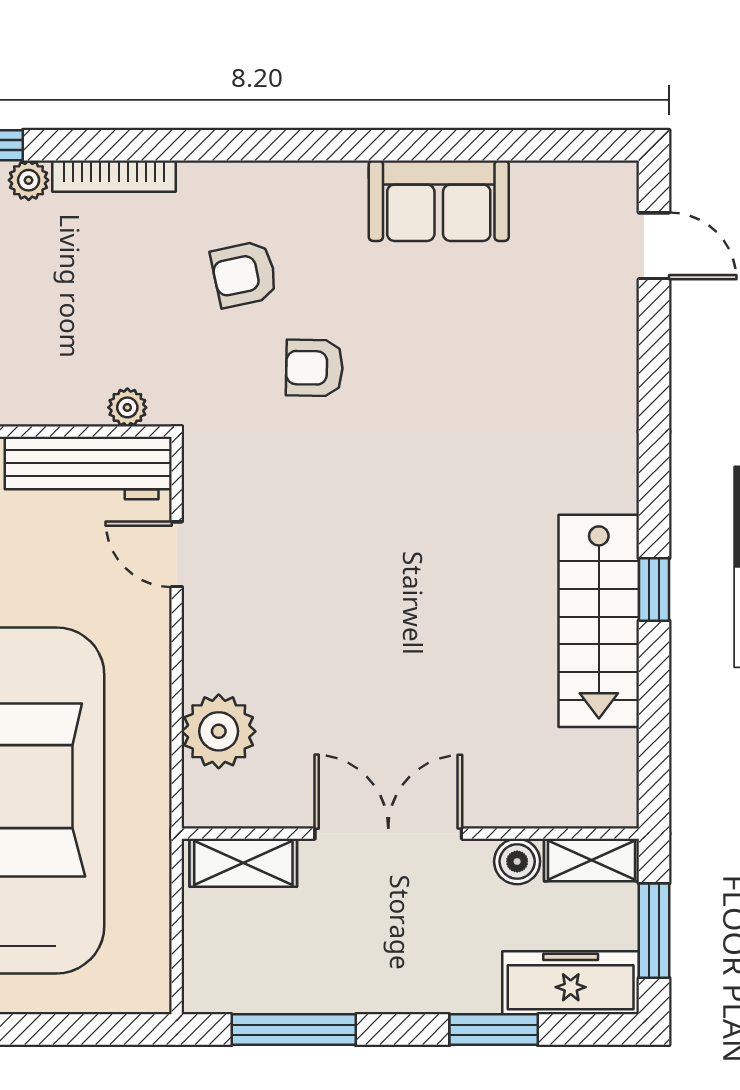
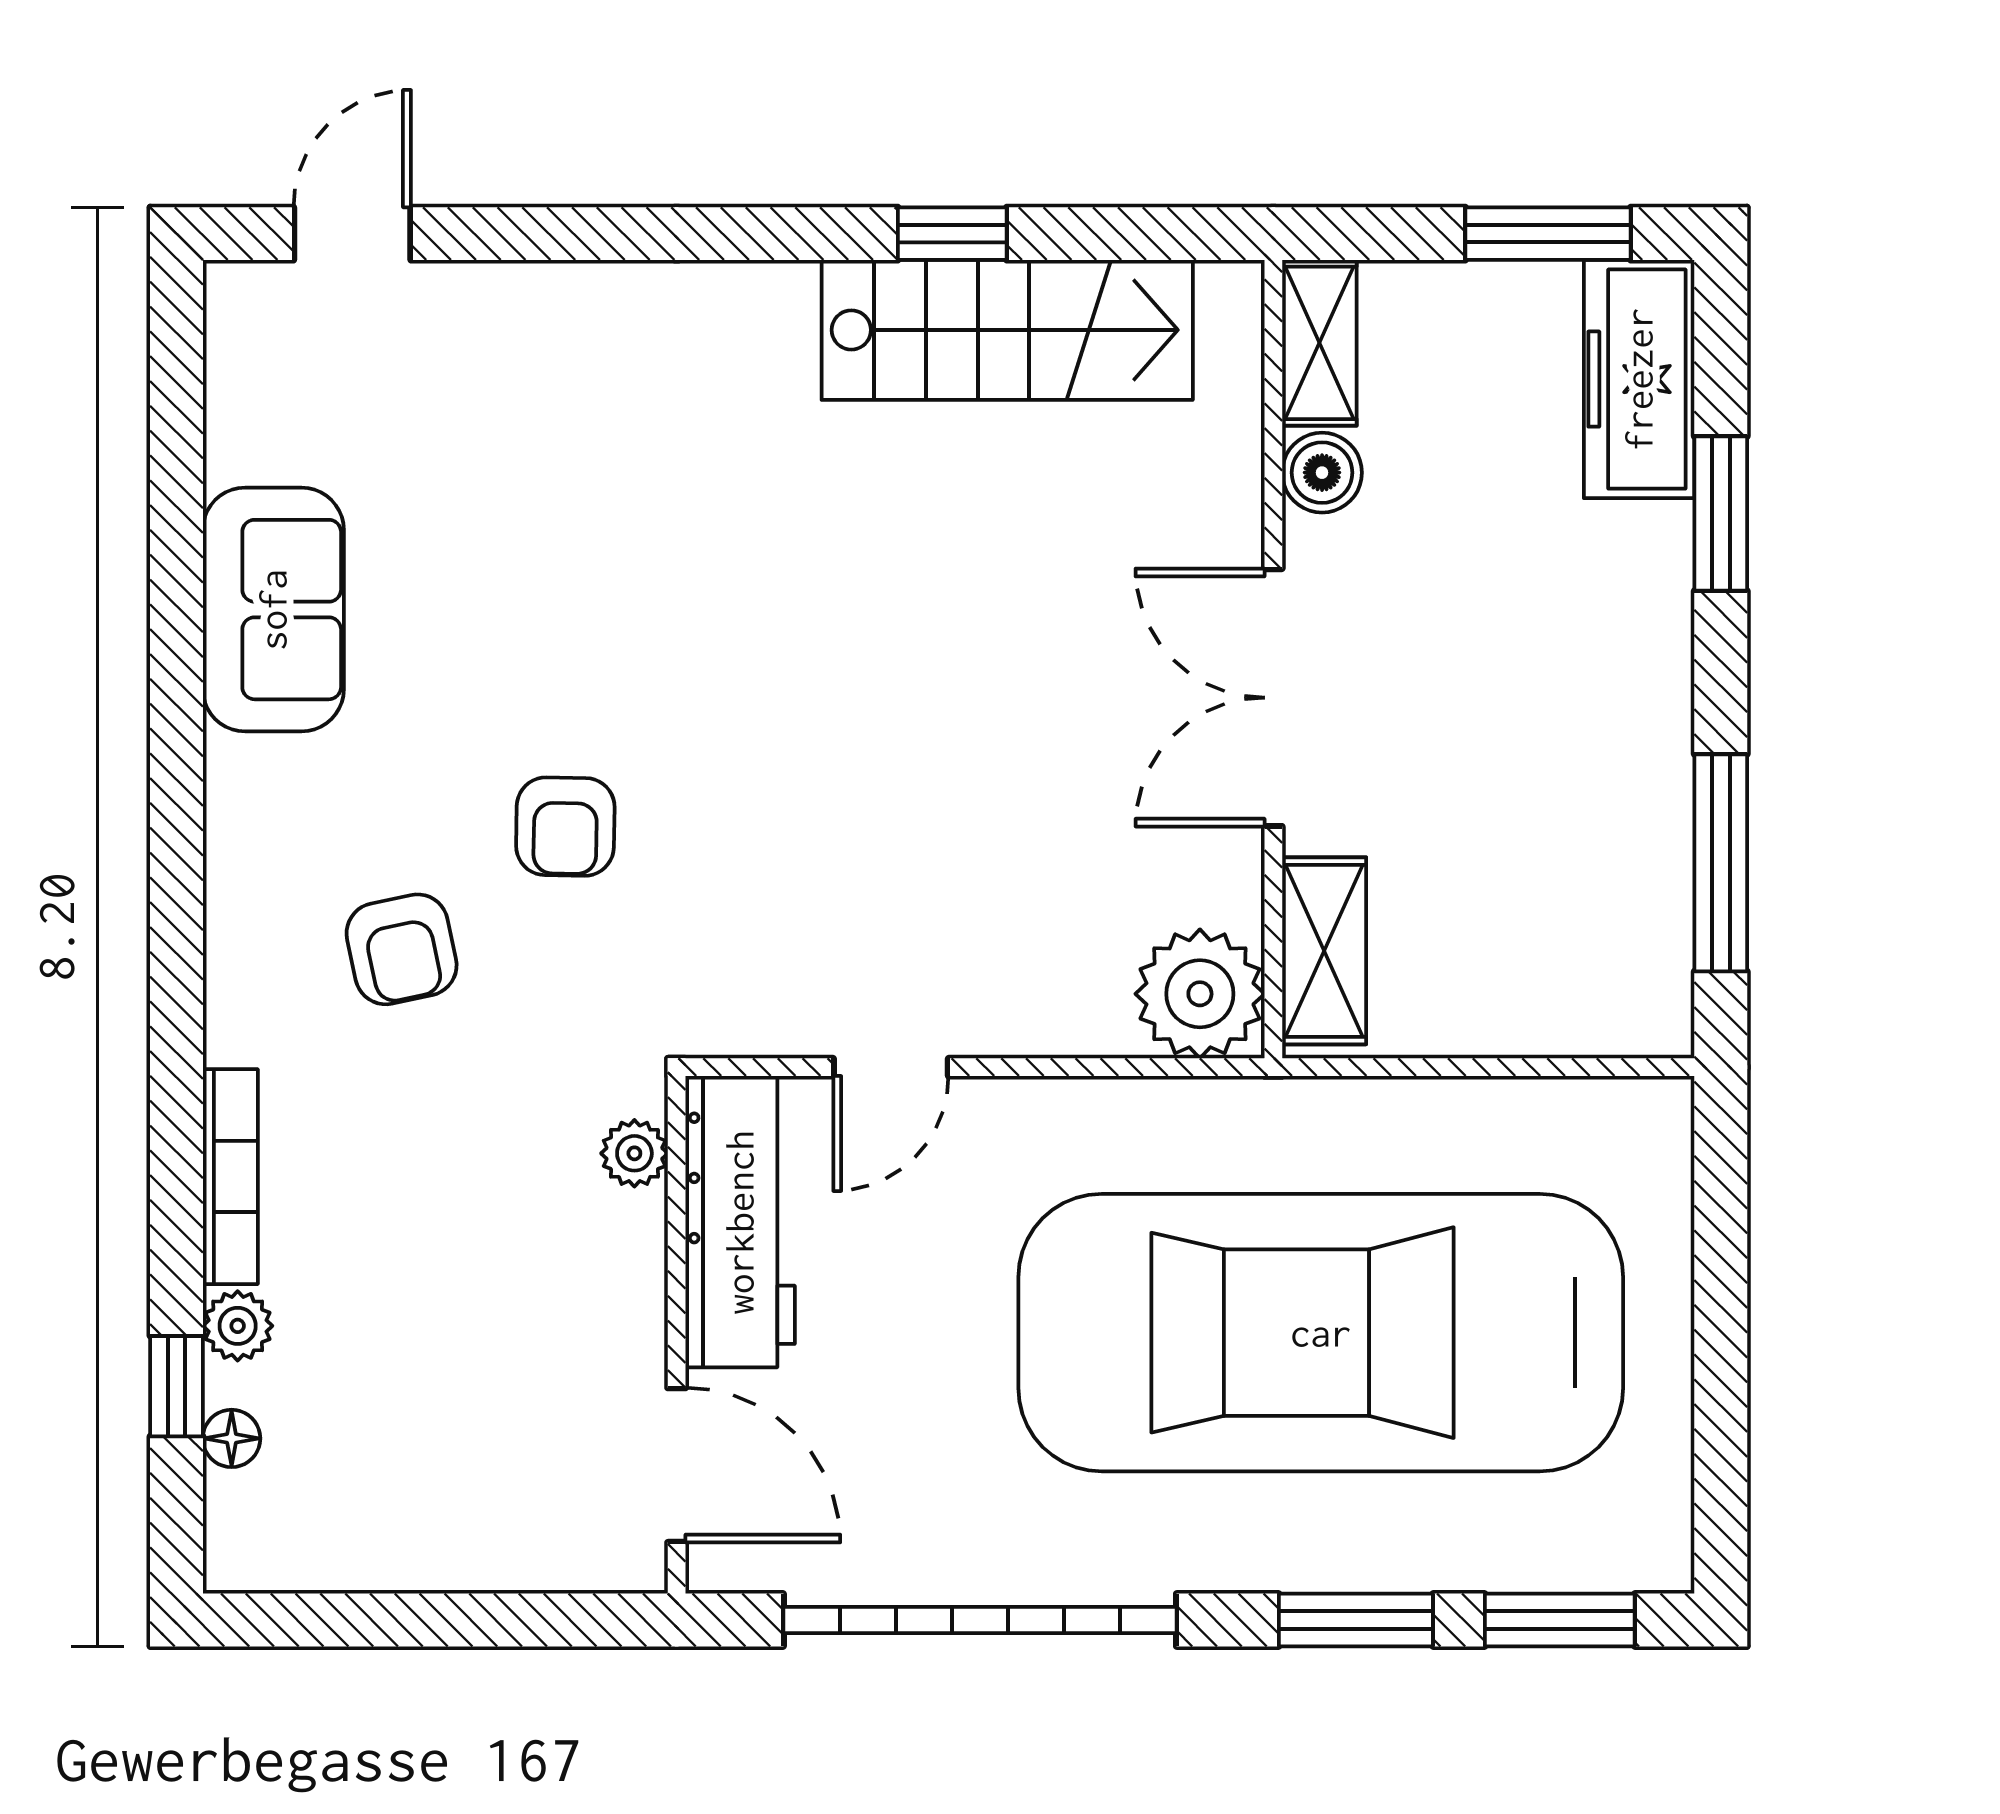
double door: (388, 834) -> (1273, 698), moved
wall: (410, 834) -> (1273, 659), moved
shelving: (591, 860) -> (1319, 343), moved
boiler: (517, 861) -> (1322, 473), moved
shelving: (243, 863) -> (1324, 951), moved

